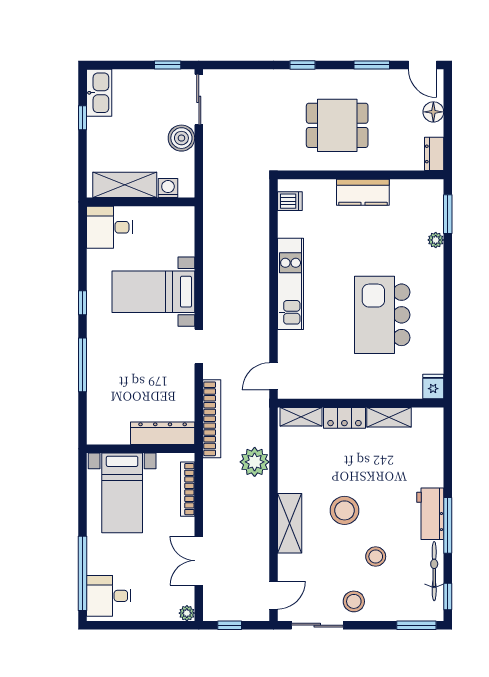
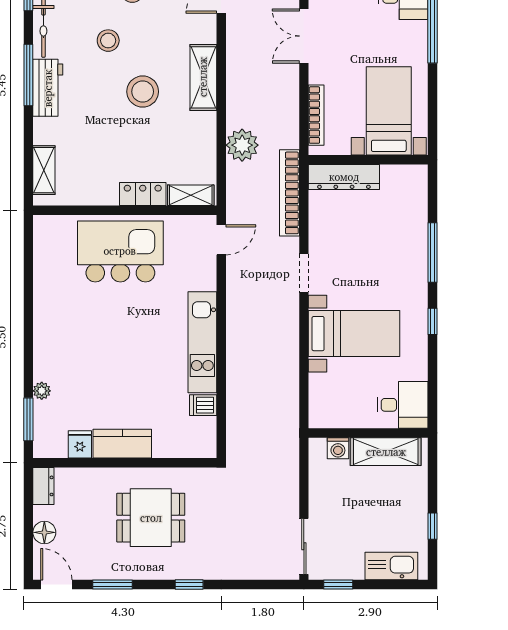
kitchen sink: (99, 93) -> (391, 566), moved, turned 90
boiler: (181, 138) -> (323, 504), removed
dishwasher: (290, 201) -> (203, 405), moved
kitchen island: (382, 315) -> (120, 251), moved, turned -90
fridge: (433, 387) -> (80, 444), moved, turned 180
shelving: (389, 417) -> (44, 170), moved, turned 90
double door: (199, 561) -> (304, 36), swing flipped

